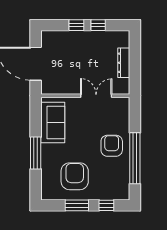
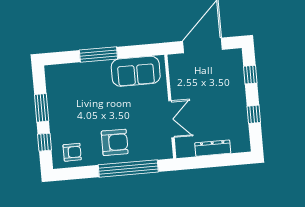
window: (76, 25) -> (250, 75), moved
window: (135, 158) -> (128, 168), moved
armchair: (75, 176) -> (72, 152), moved, width x0.53, depth x0.53

